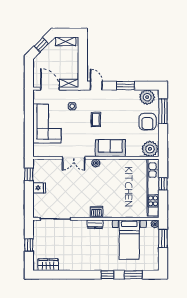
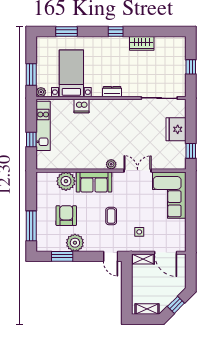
window: (126, 86) -> (62, 256), moved
plant: (147, 97) -> (75, 243), moved
armchair: (147, 122) -> (66, 216), moved
corner sofa: (47, 124) -> (169, 195), moved
plant: (150, 149) -> (66, 181), moved
fridge: (39, 188) -> (176, 129), width x1.88, depth x1.34
kitchen unit: (153, 188) -> (43, 126), width x0.73
dishwasher: (96, 212) -> (82, 106), moved
wardrobe: (48, 265) -> (142, 43), moved
window: (107, 275) -> (116, 32), moved

